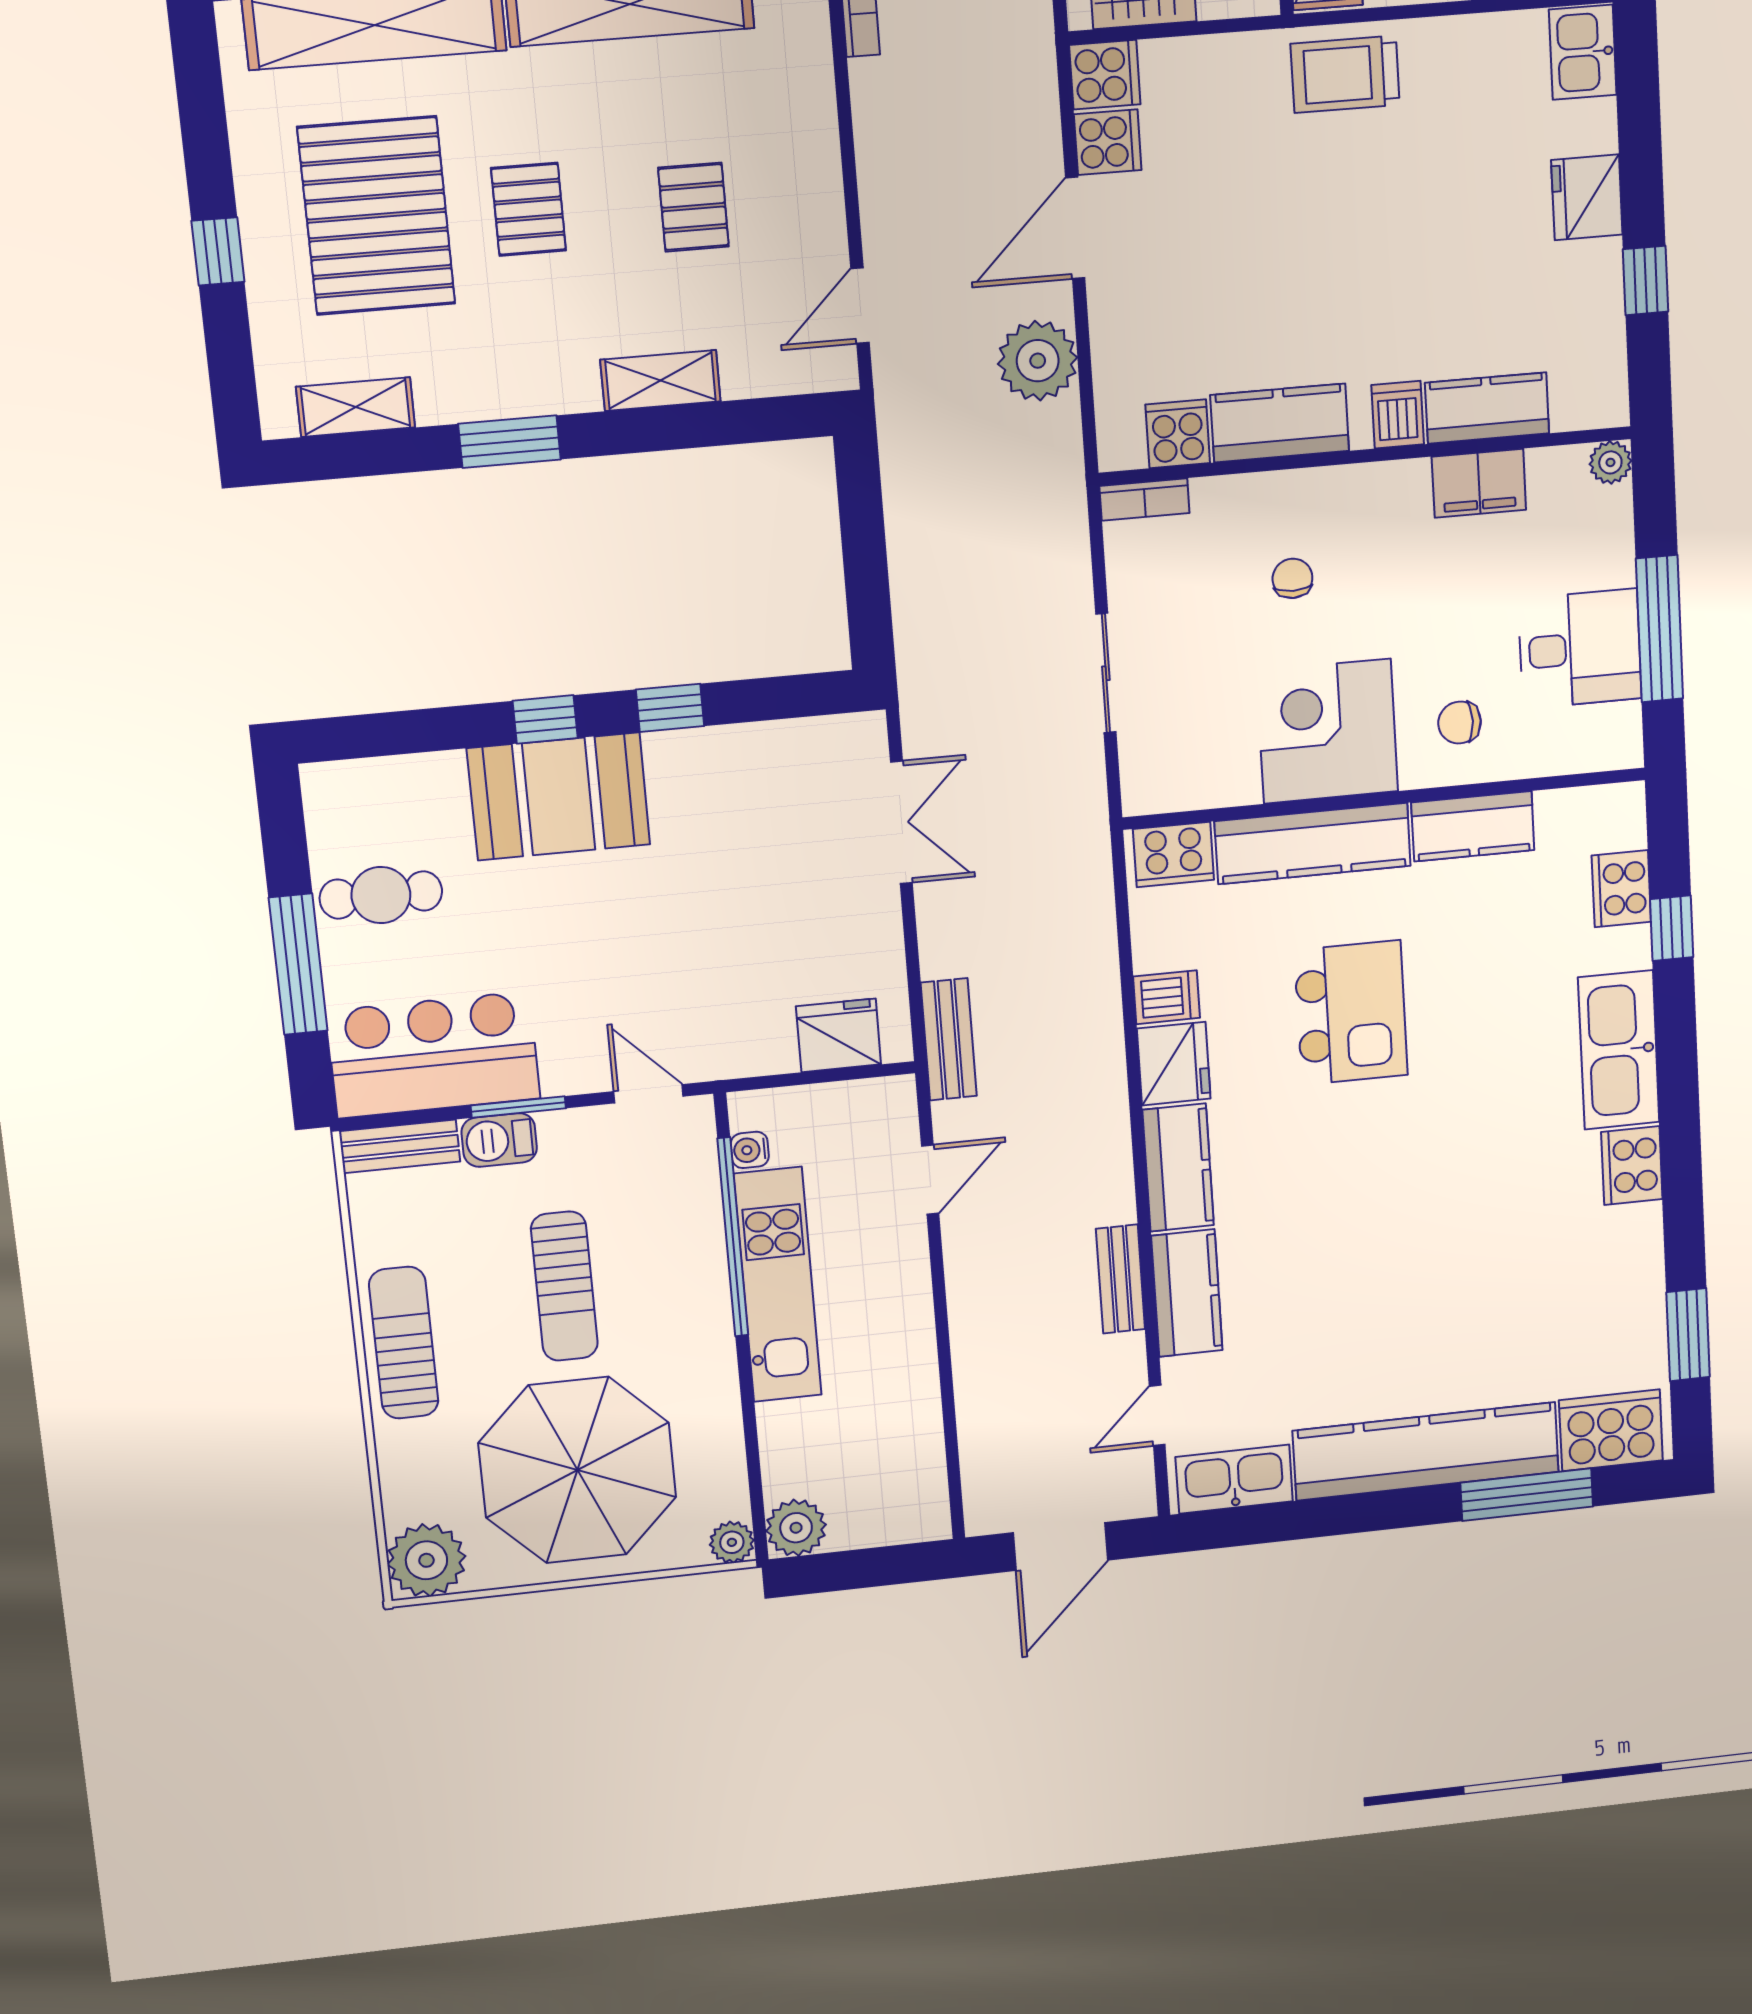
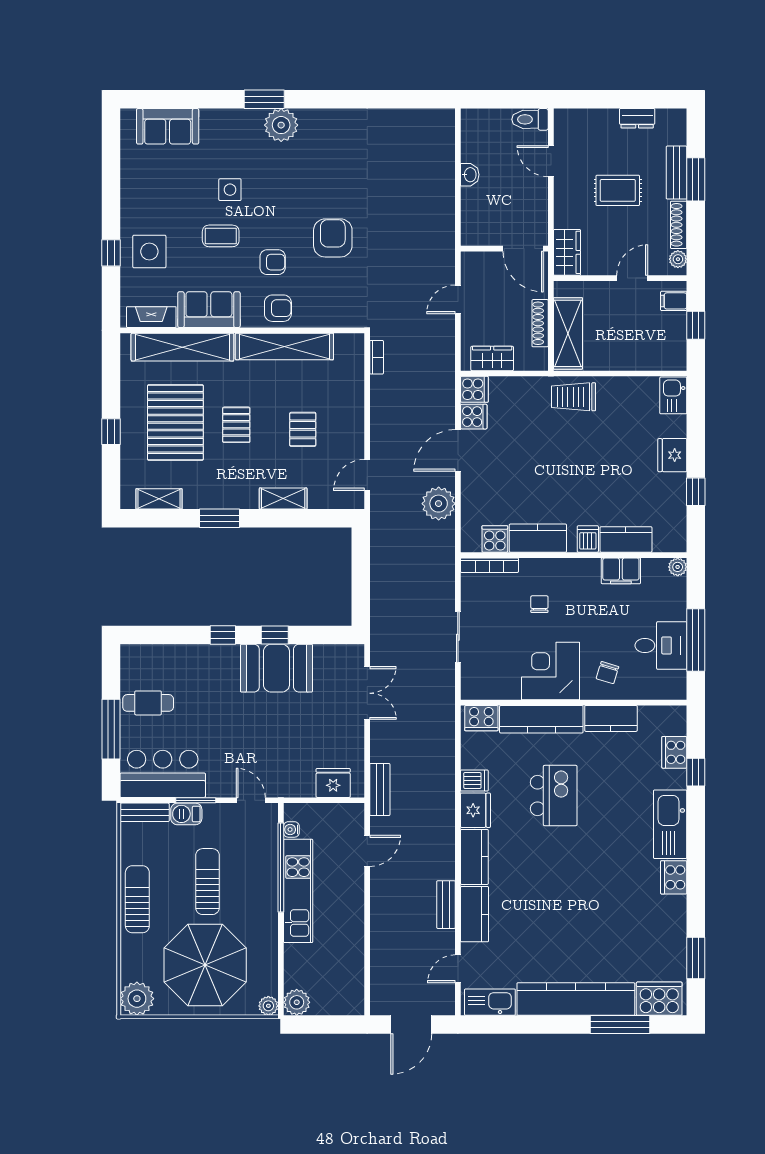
bookcase: (1144, 499) -> (489, 565), width x1.56
chair: (1460, 723) -> (607, 673), turned -73
booth: (559, 796) -> (276, 668), moved
sun lounger: (564, 1286) -> (207, 882), turned 180

